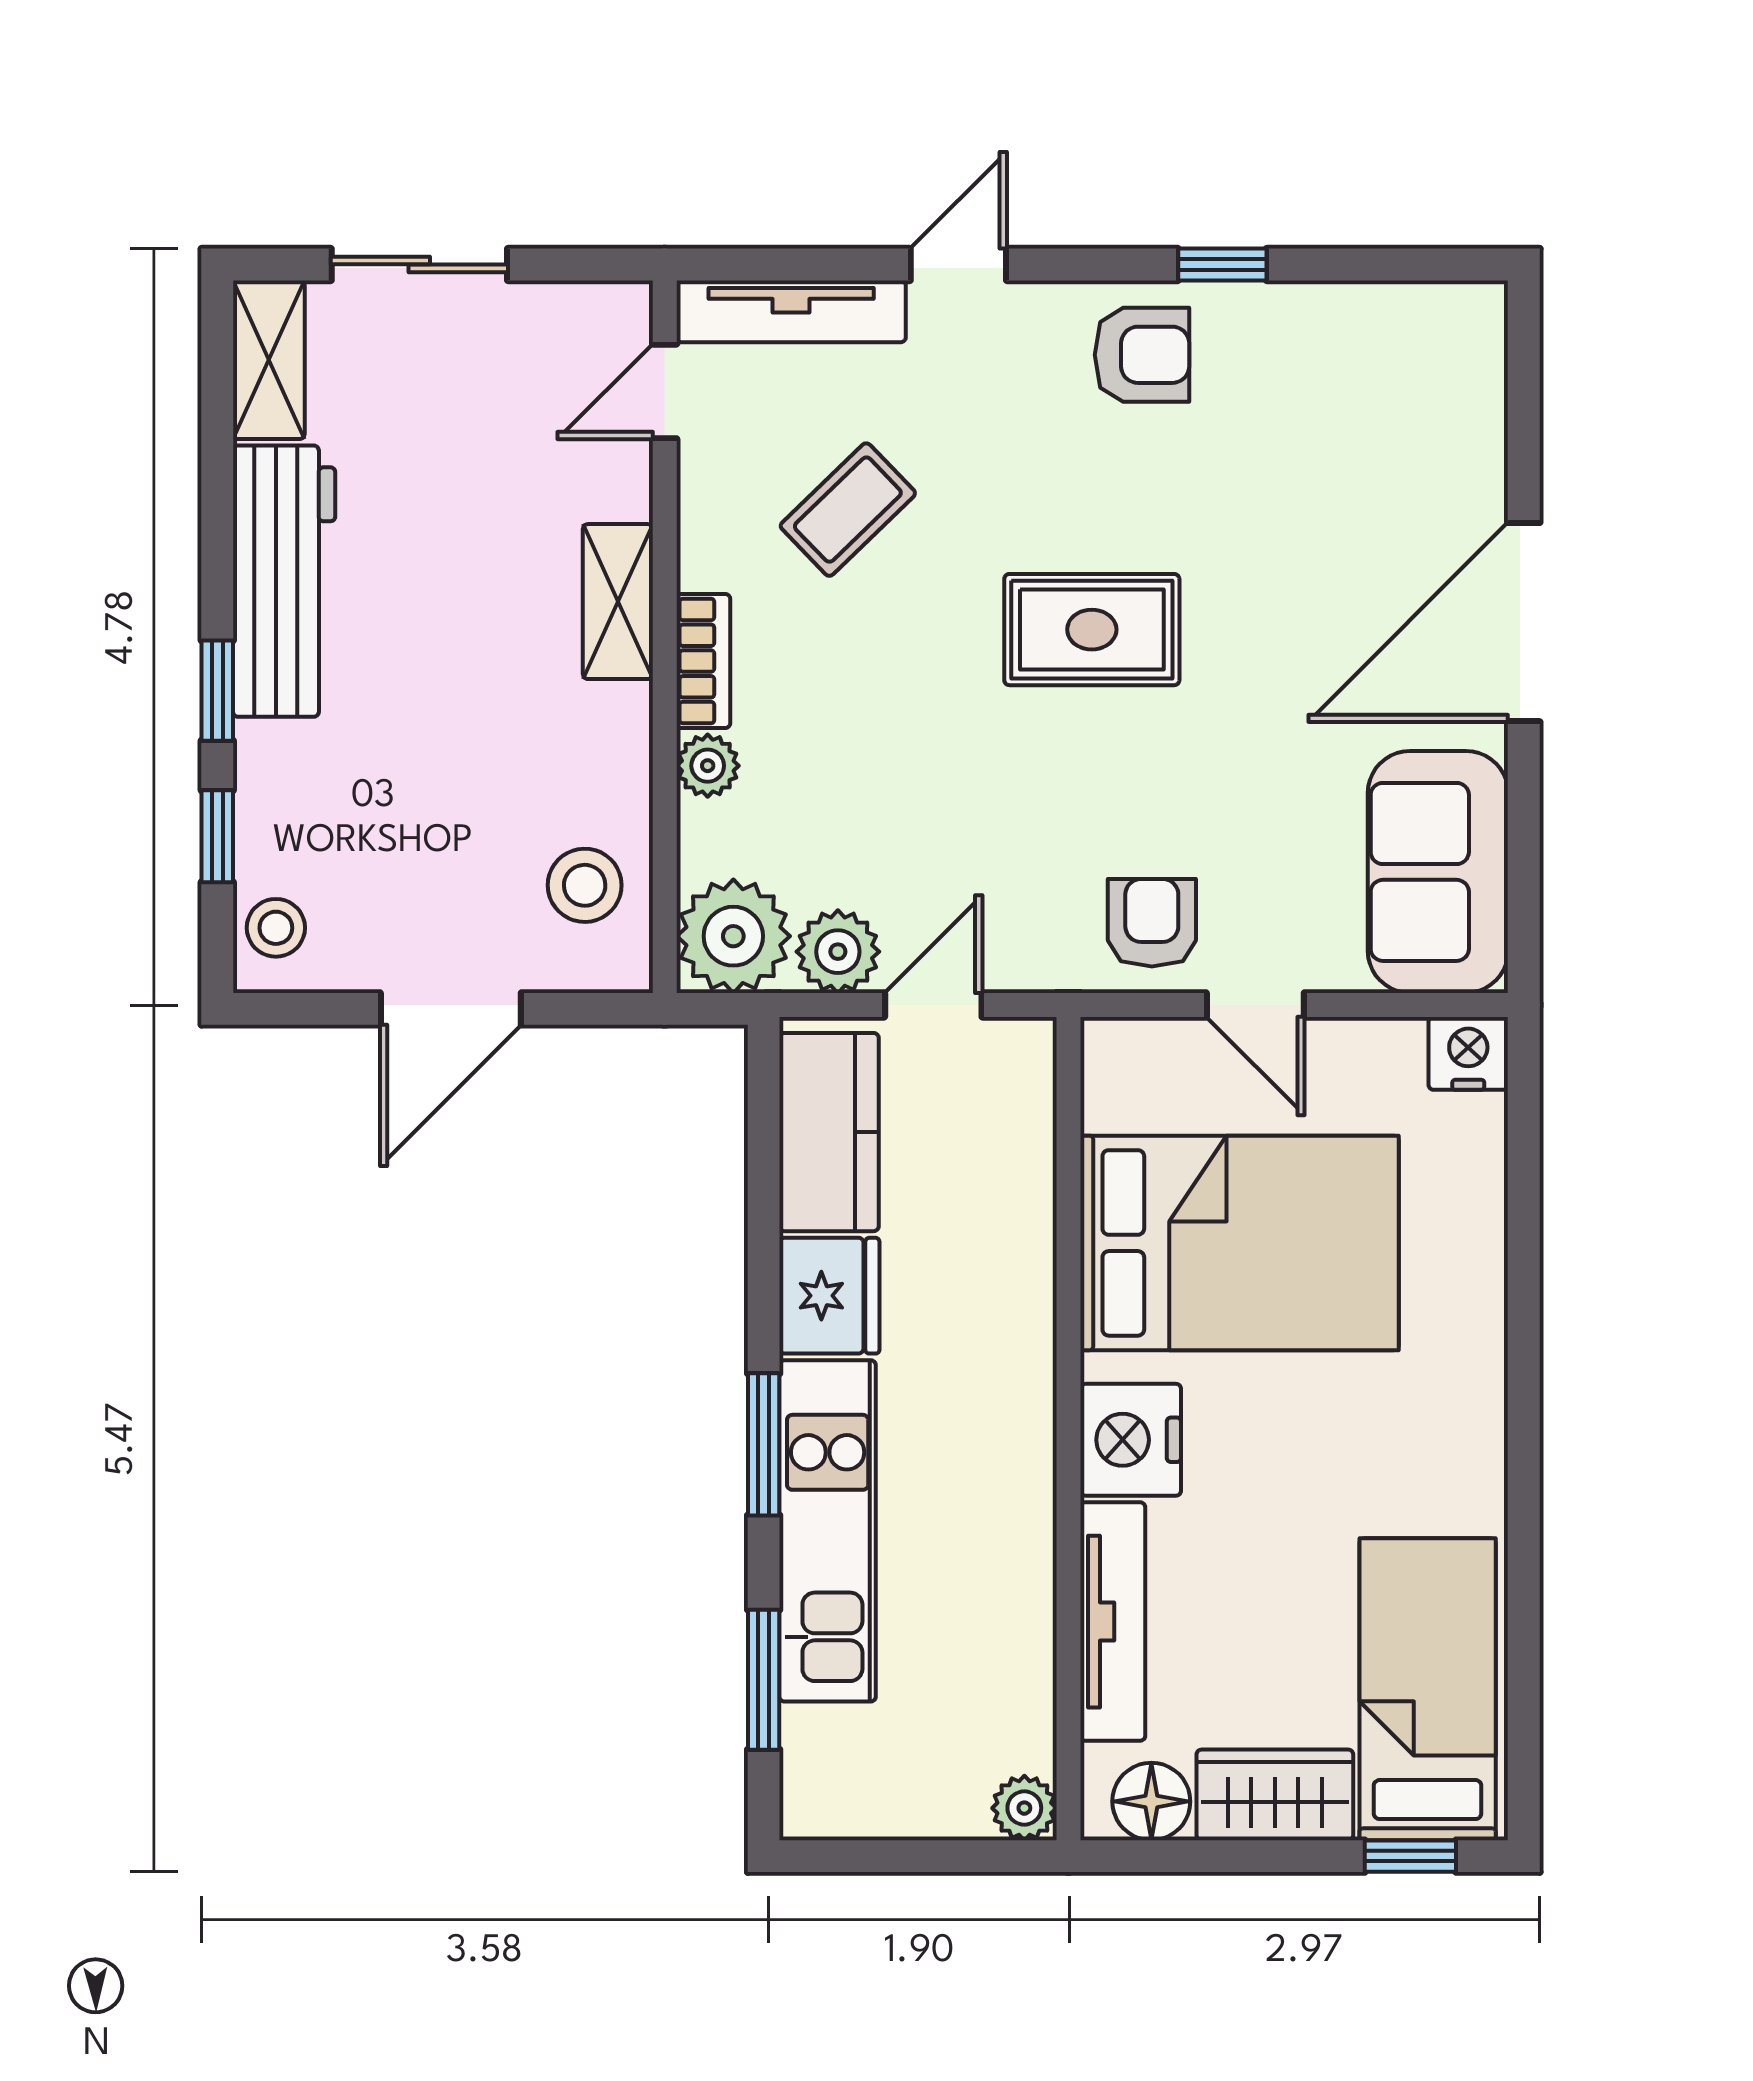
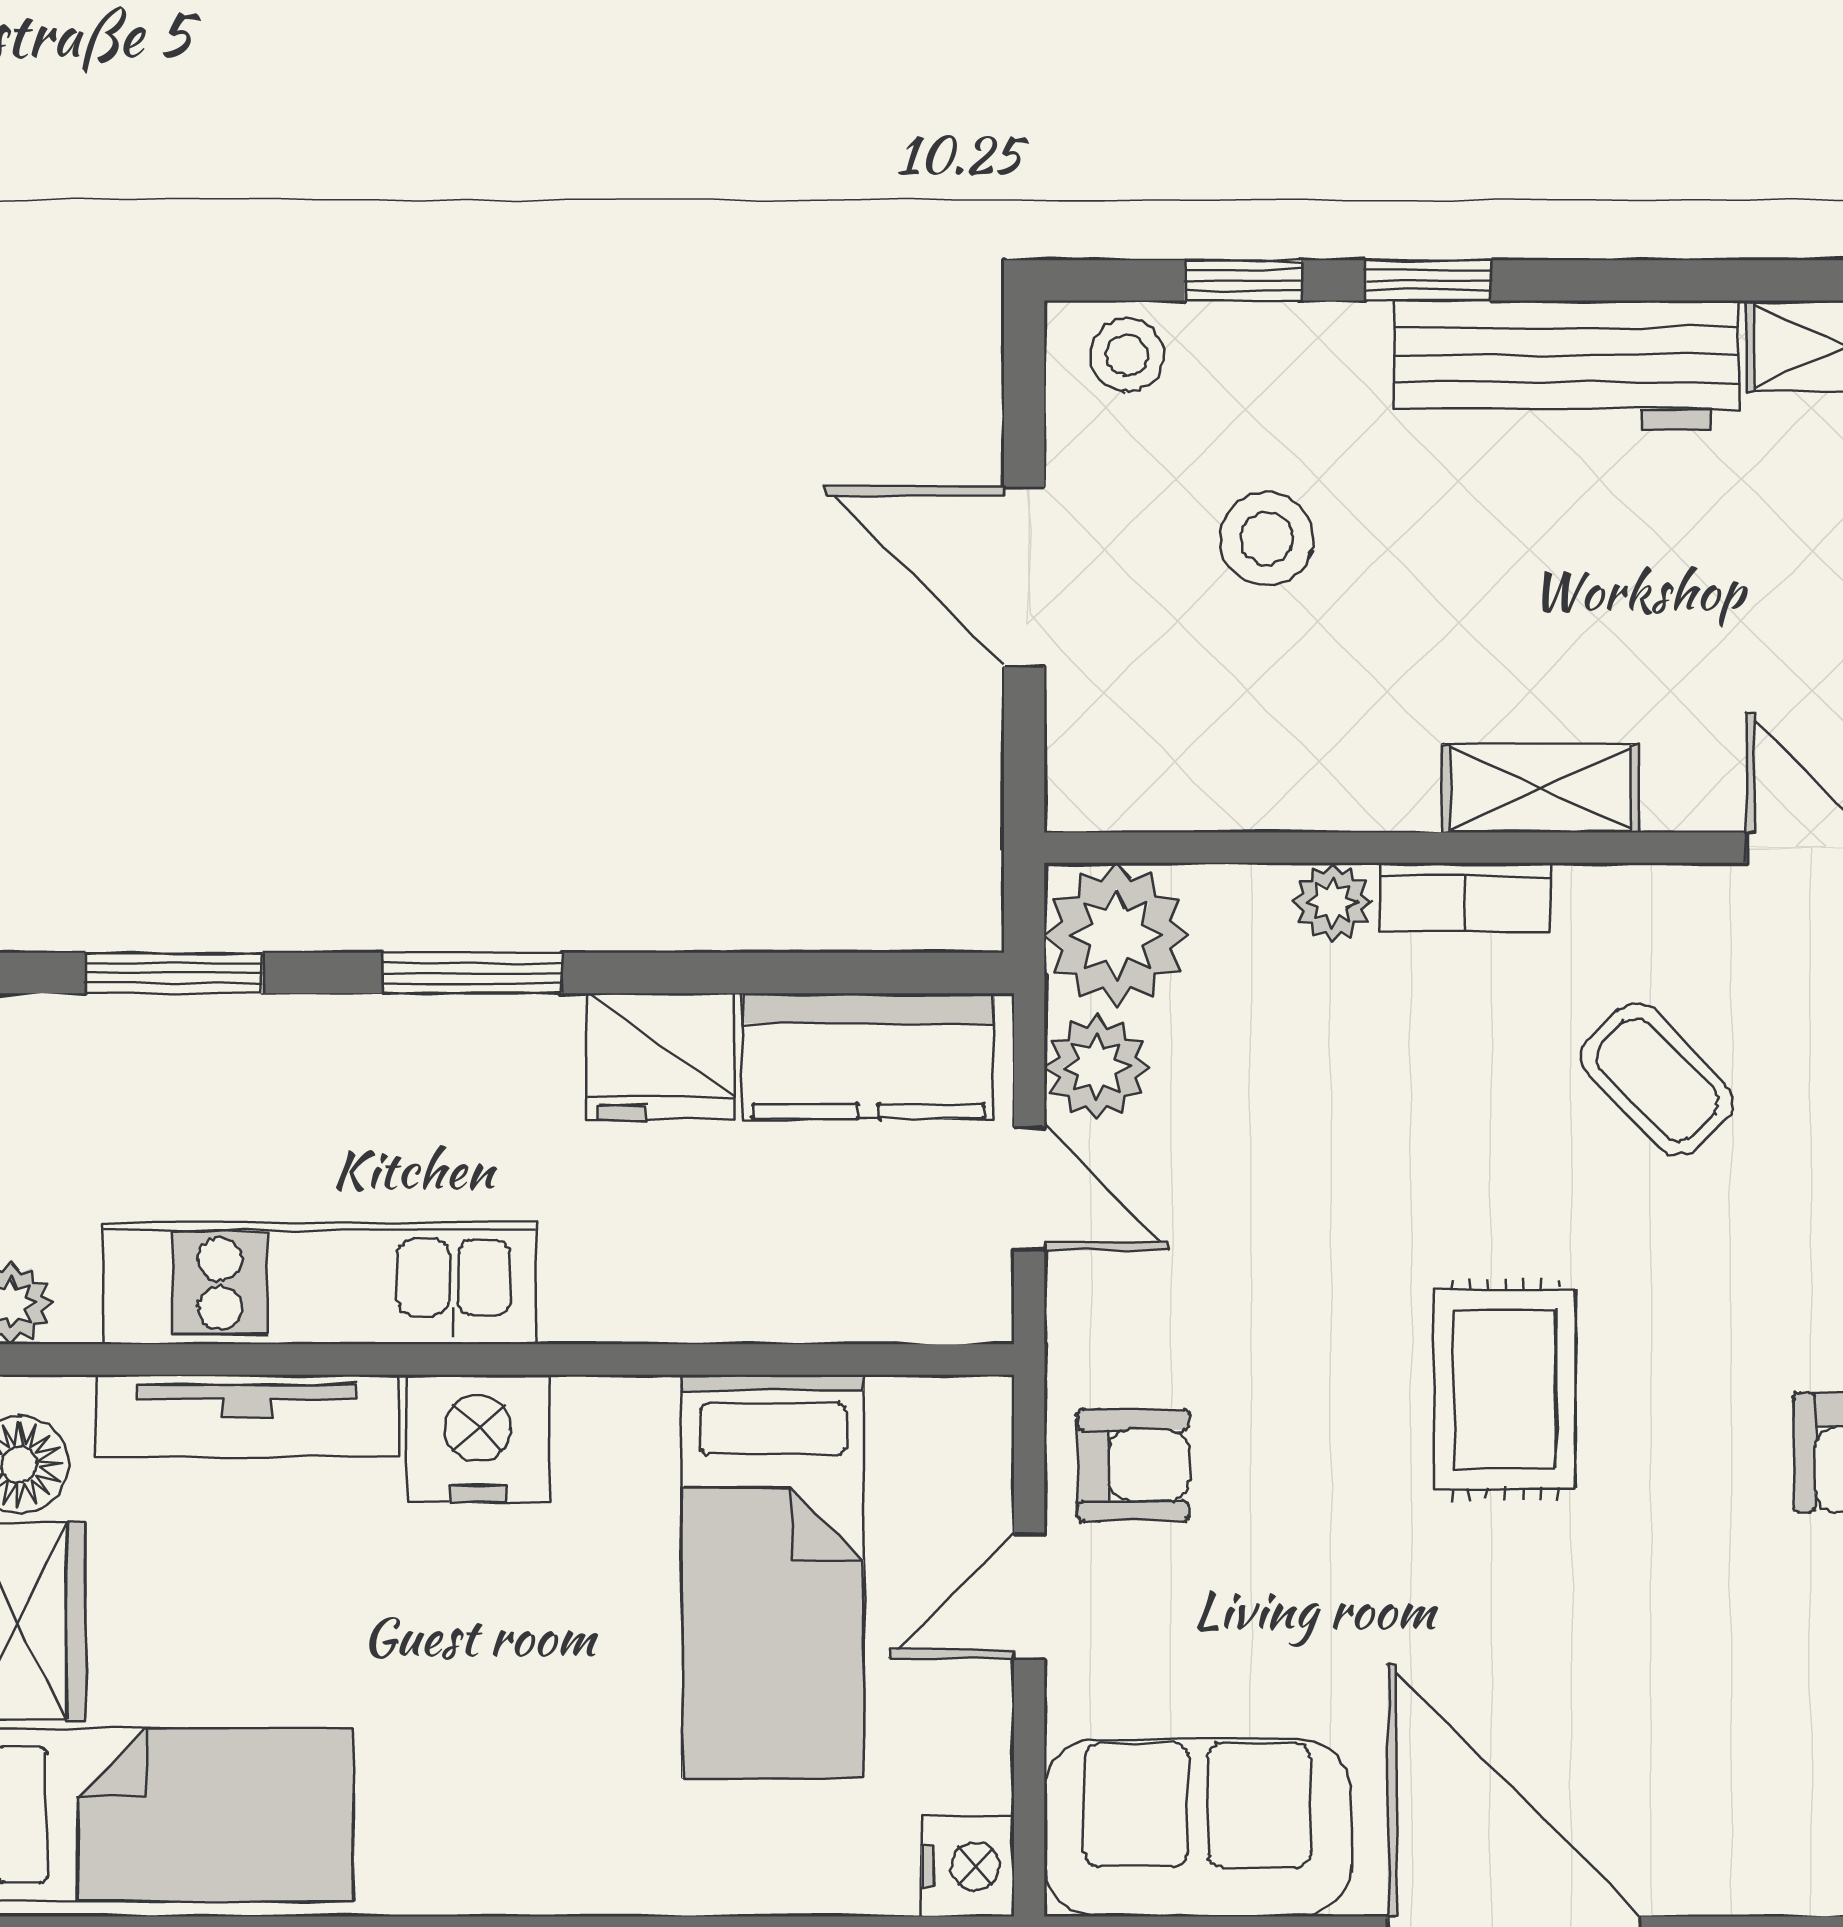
stool: (585, 885) -> (1267, 538), moved
bed: (1239, 1243) -> (773, 1576), width x0.67
kitchen unit: (828, 1531) -> (320, 1283), moved, turned 180

